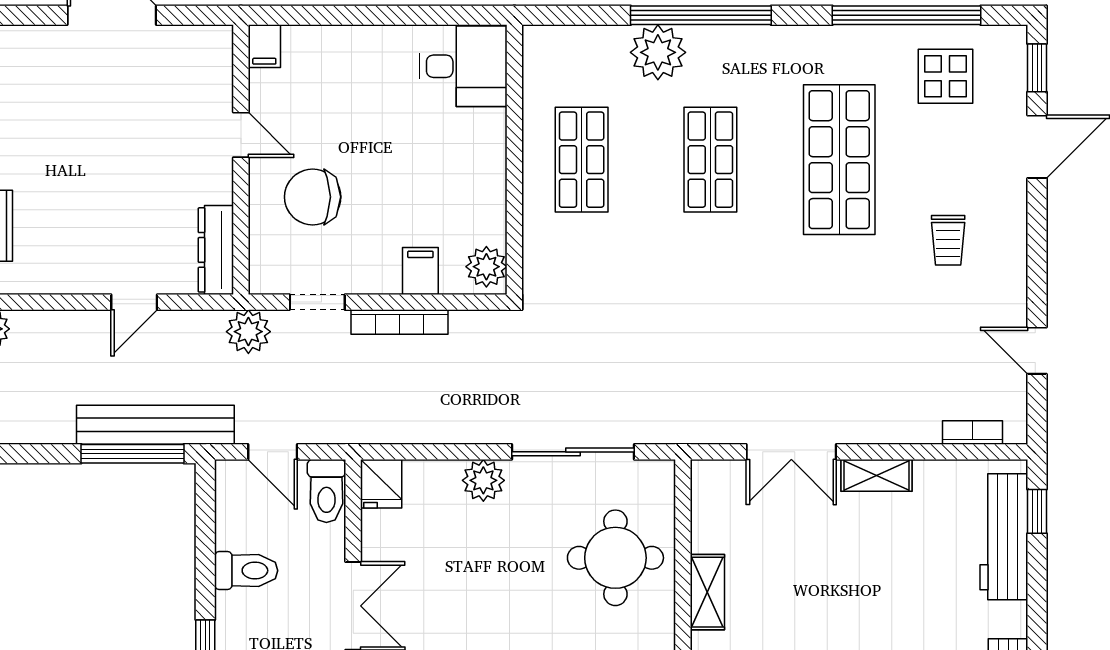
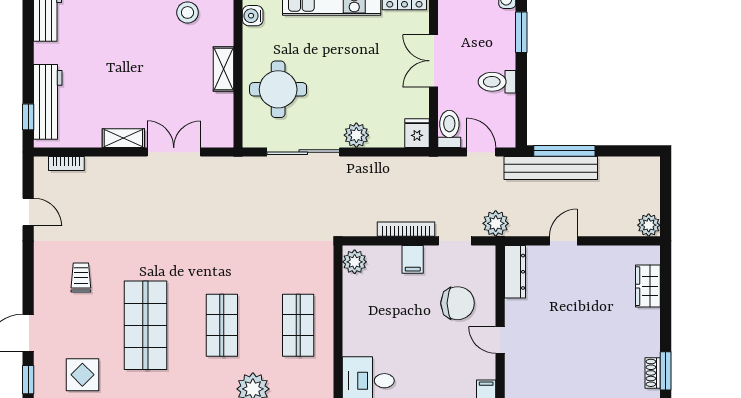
filing cabinet: (420, 271) -> (413, 259), moved

